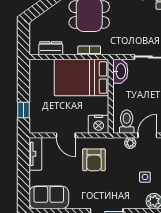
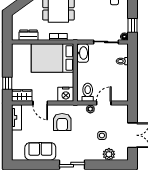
wardrobe: (42, 126) -> (22, 95), added
sofa: (49, 197) -> (40, 151), moved

